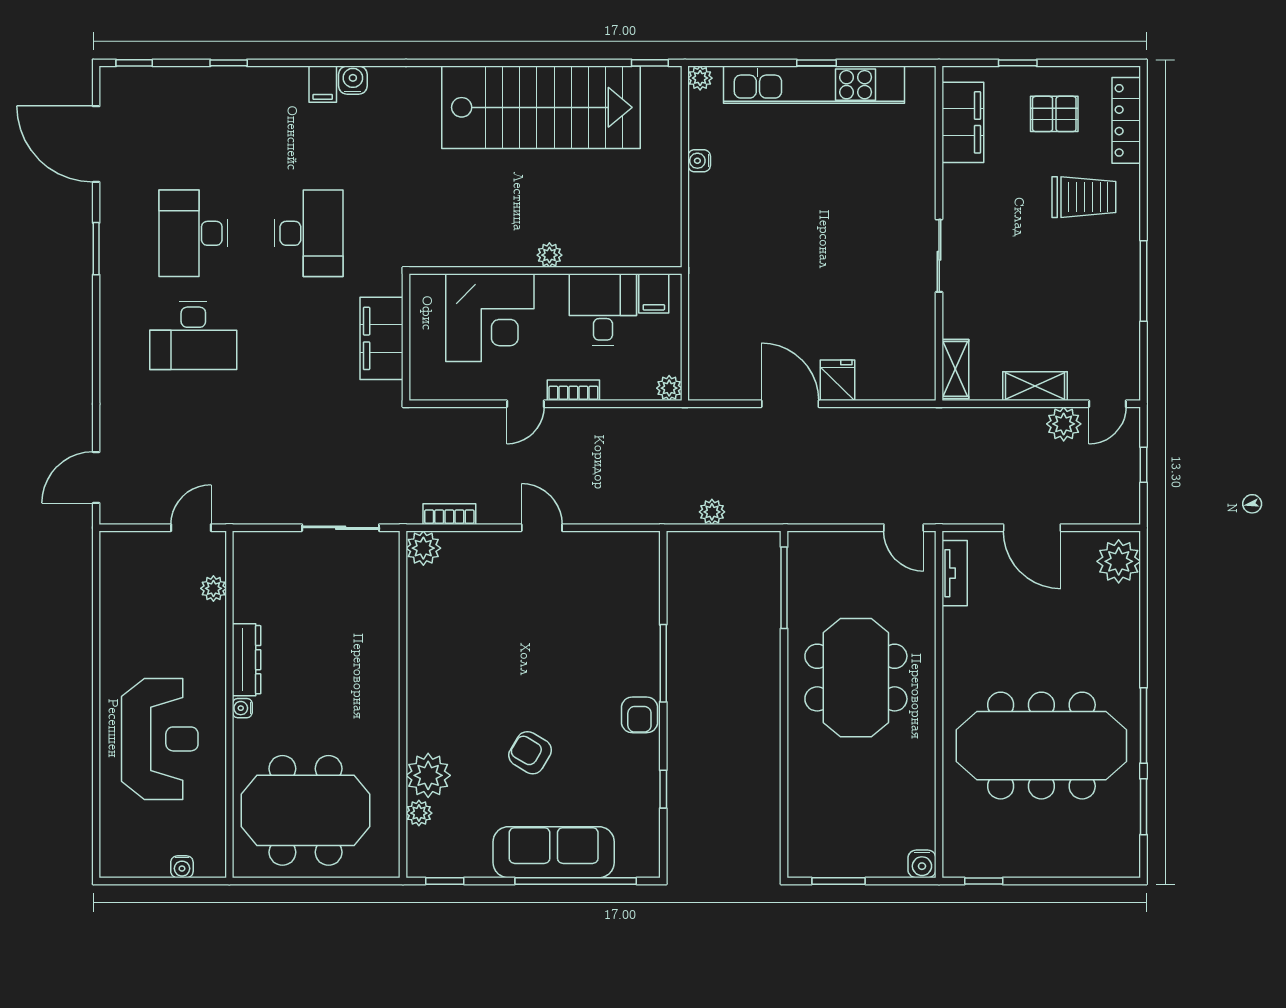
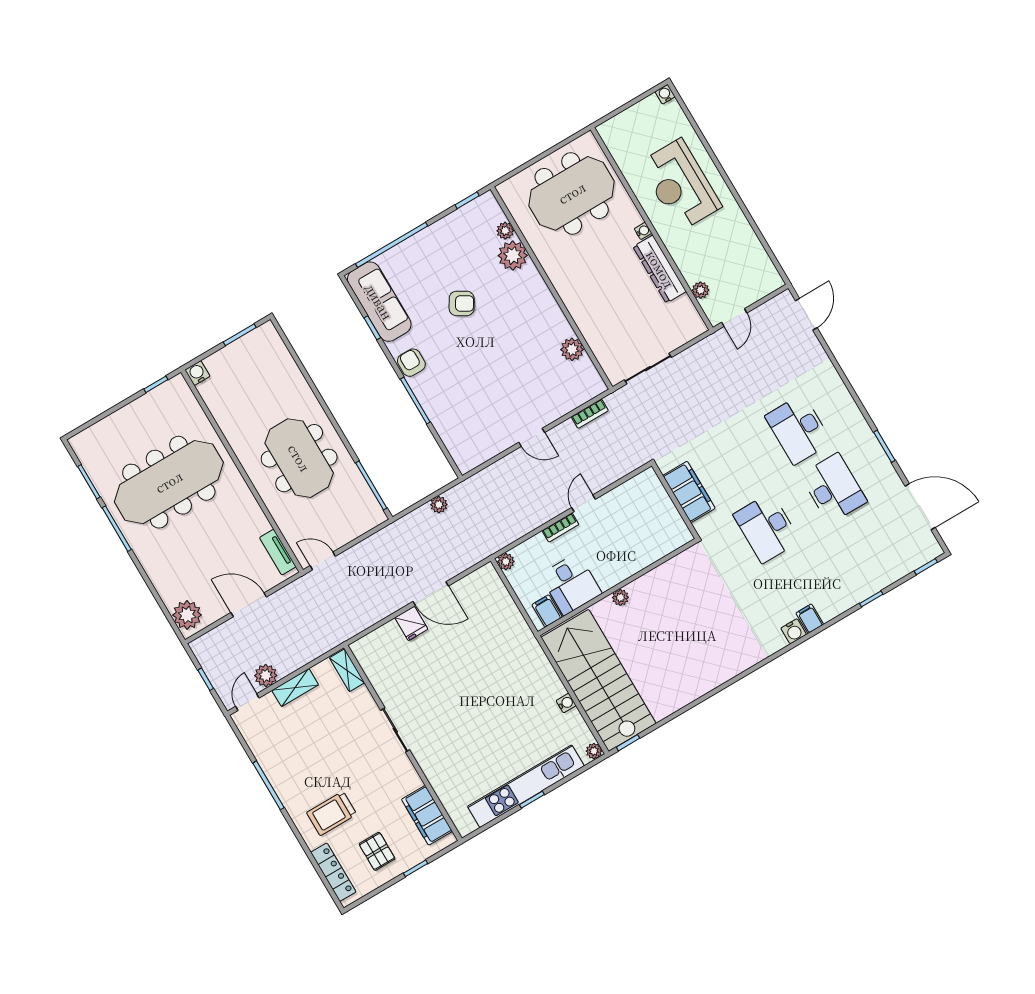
stairs: (541, 107) -> (599, 680), moved, turned 90
pallet: (1054, 114) -> (377, 851), turned 90
corner desk: (490, 318) -> (633, 541), removed
desk: (193, 336) -> (799, 429), turned -90
plant: (423, 548) -> (572, 349), moved
dresser: (247, 660) -> (660, 269), width x1.37, depth x1.24
sofa: (554, 852) -> (379, 302), moved, turned -90
water cooler: (182, 867) -> (665, 94), moved

